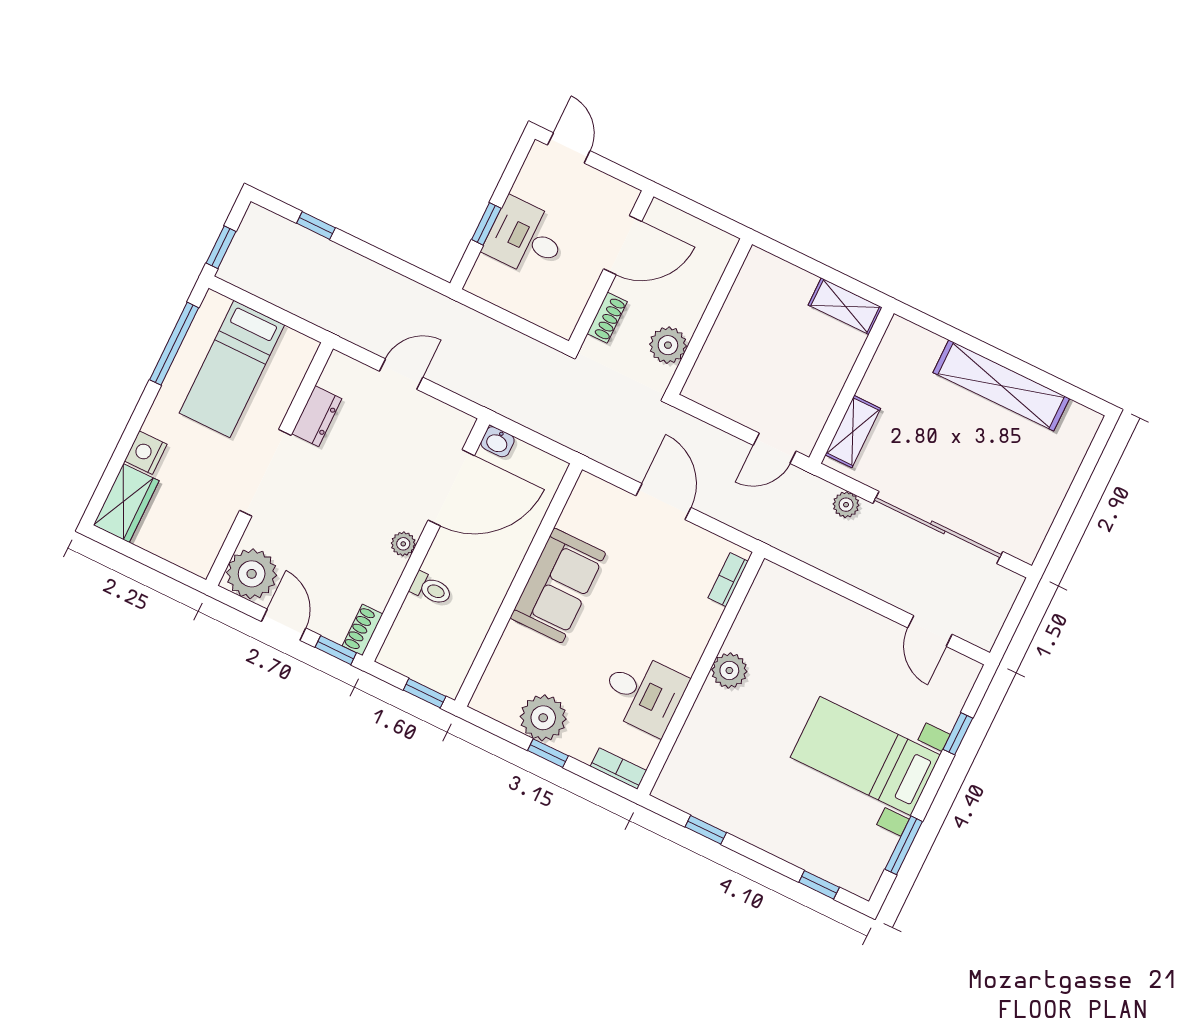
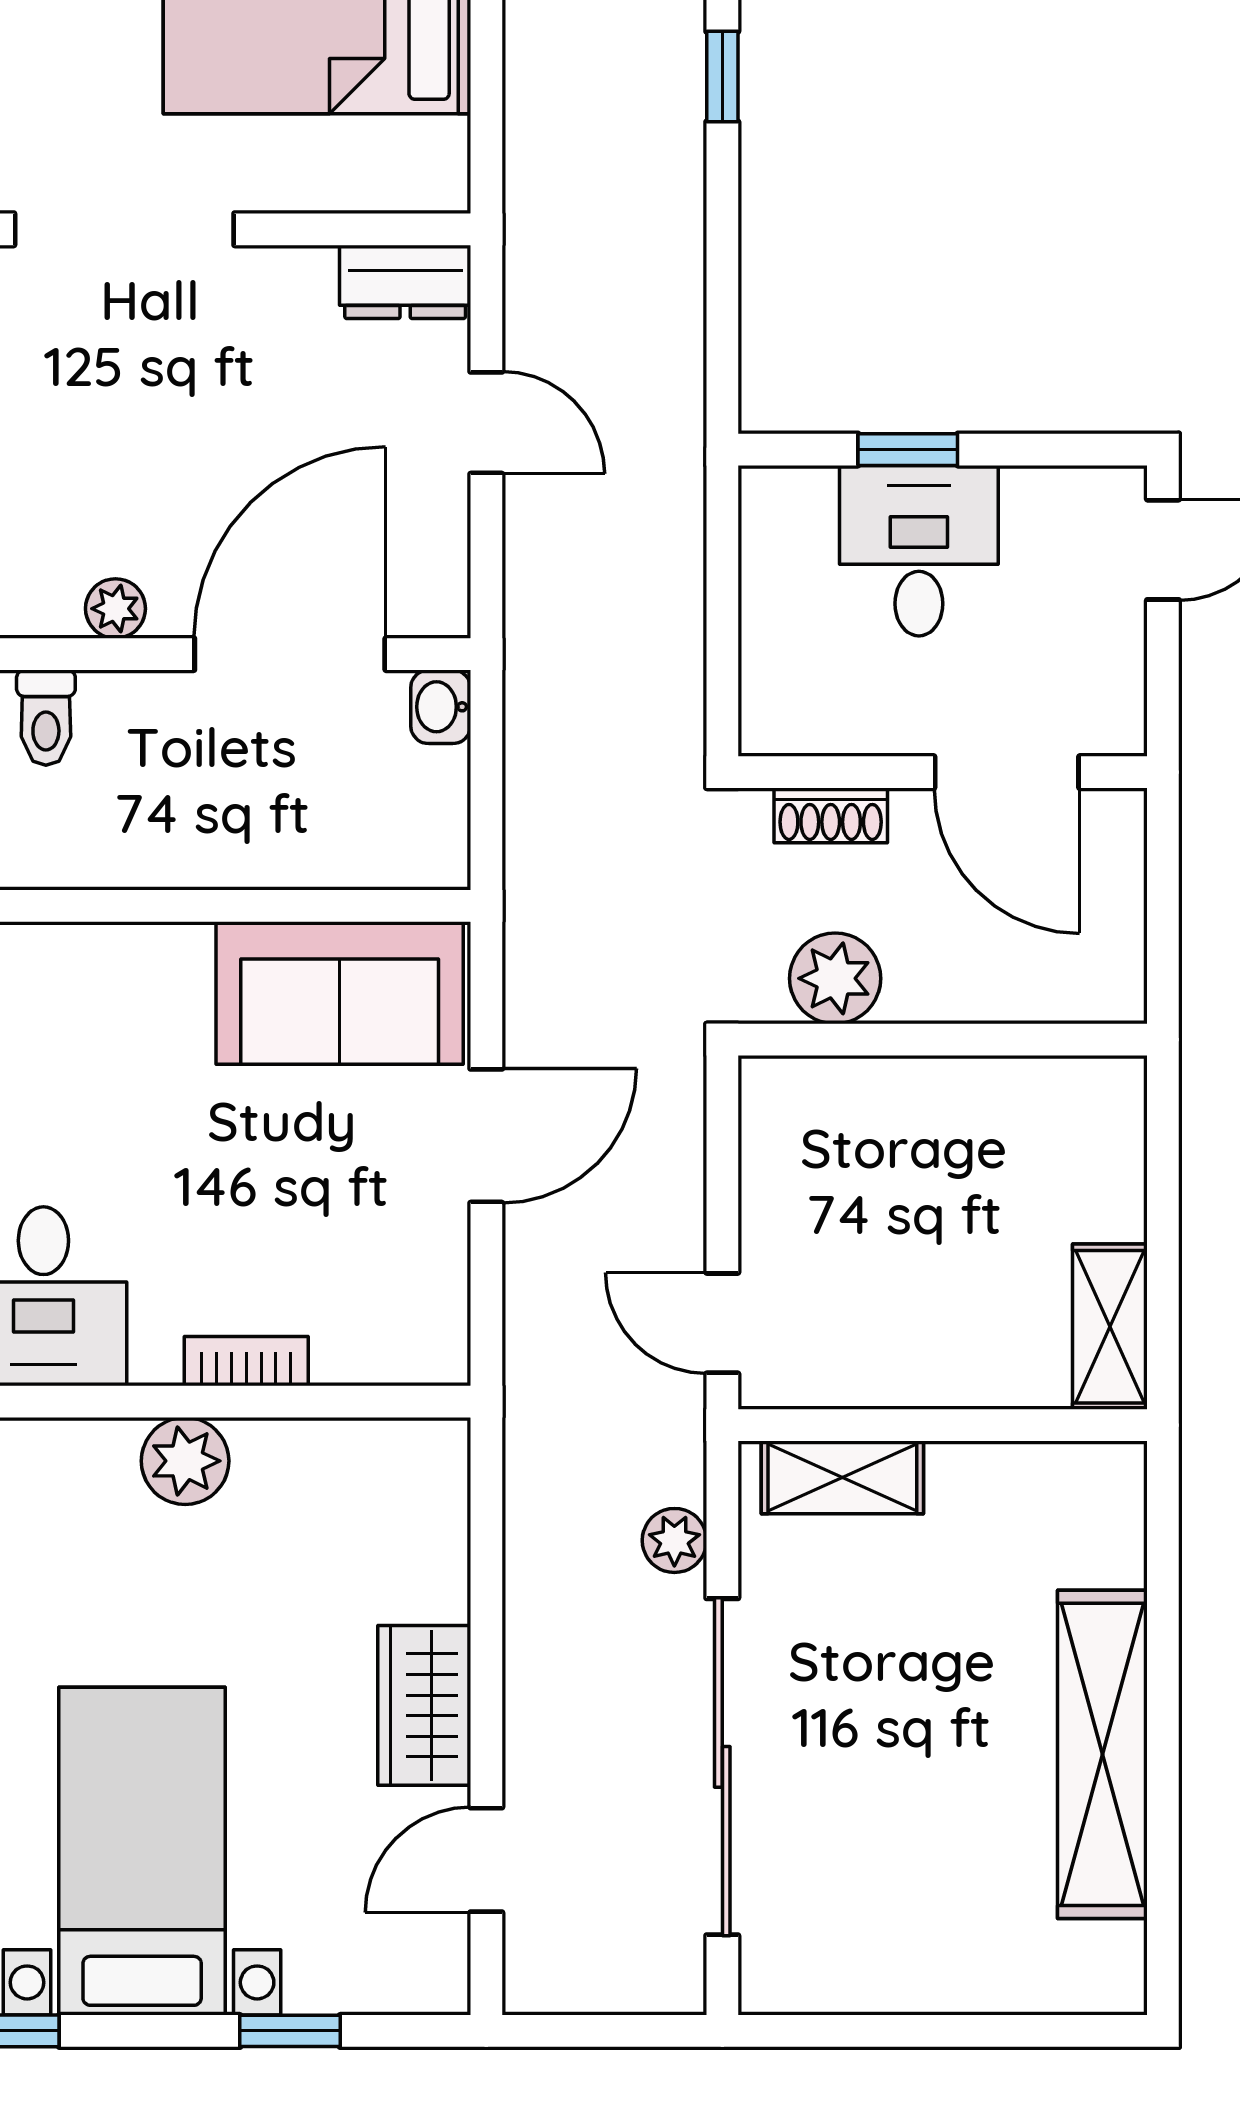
dresser: (317, 416) -> (405, 282), moved
door: (451, 488) -> (290, 654), swing flipped
bookcase: (728, 580) -> (246, 1361), moved
sofa: (558, 585) -> (340, 993), moved
wardrobe: (862, 626) -> (424, 1705), added

